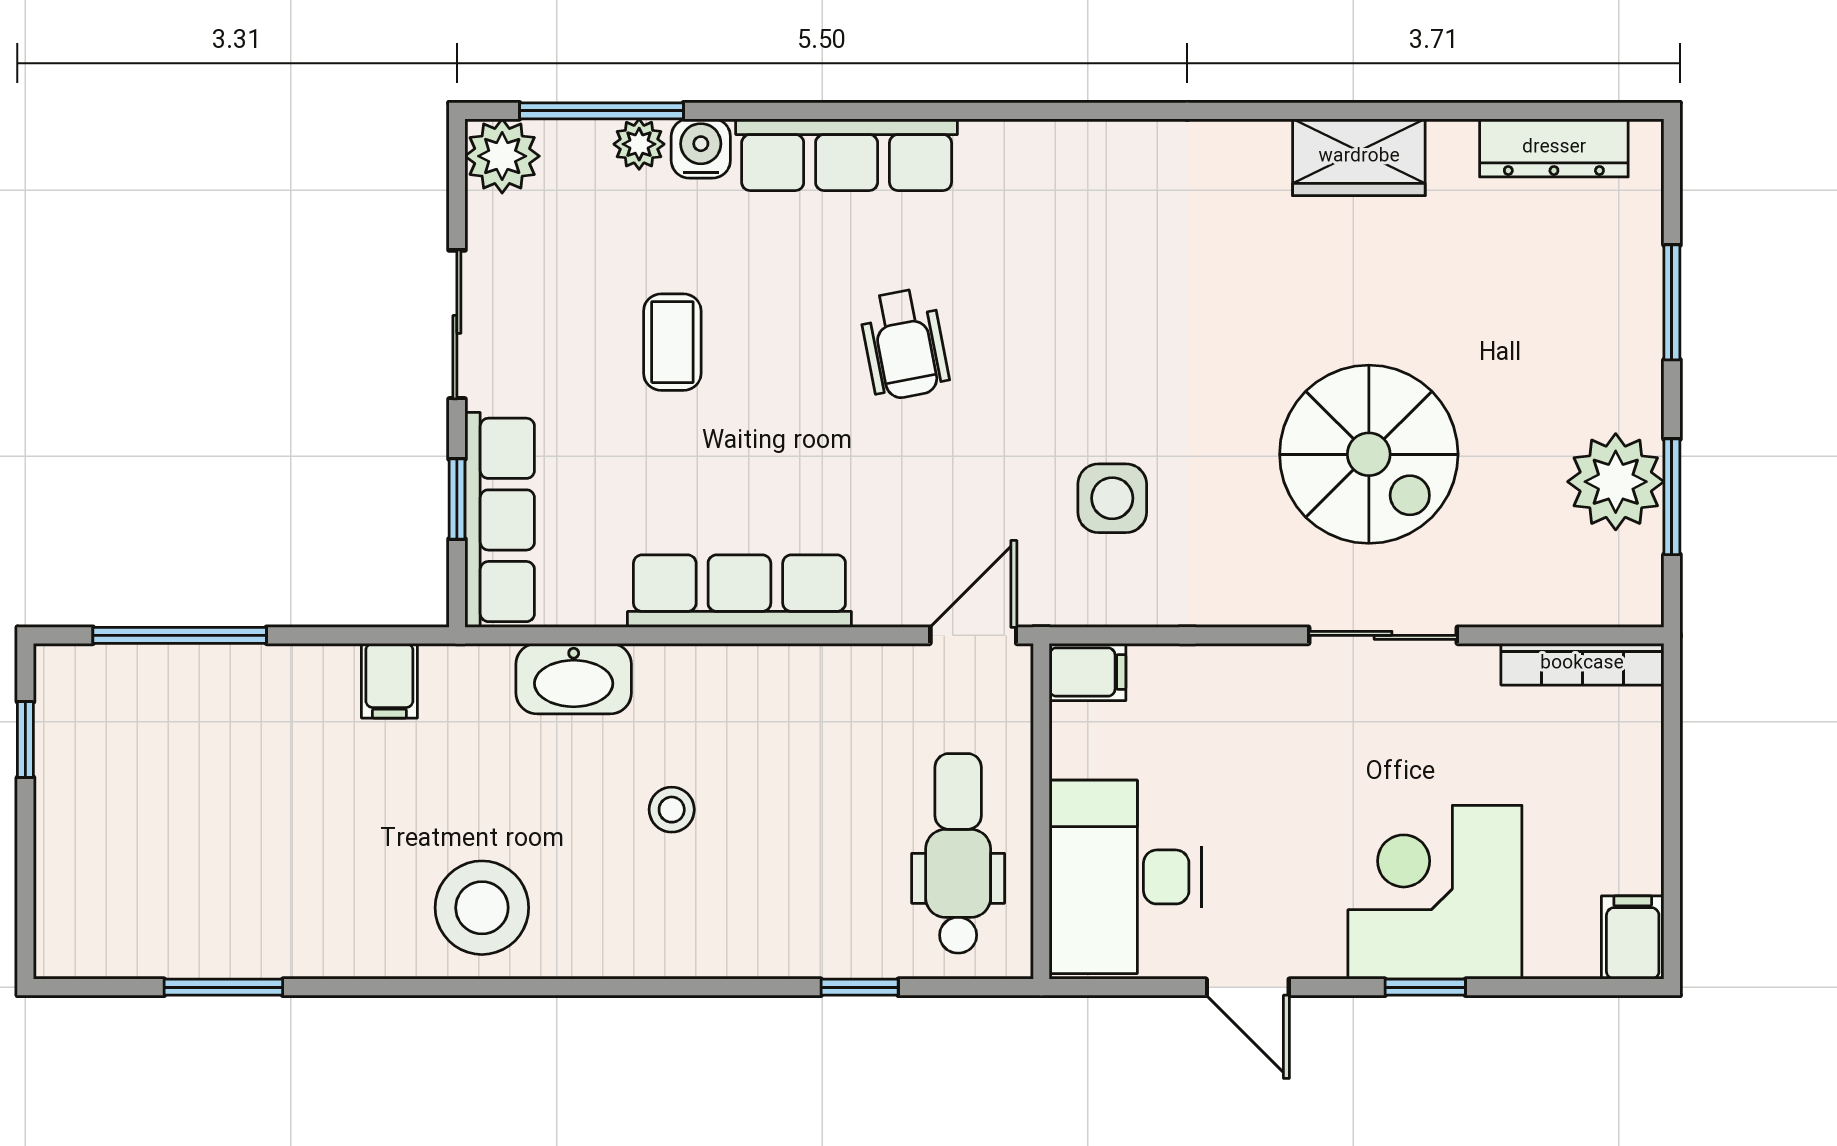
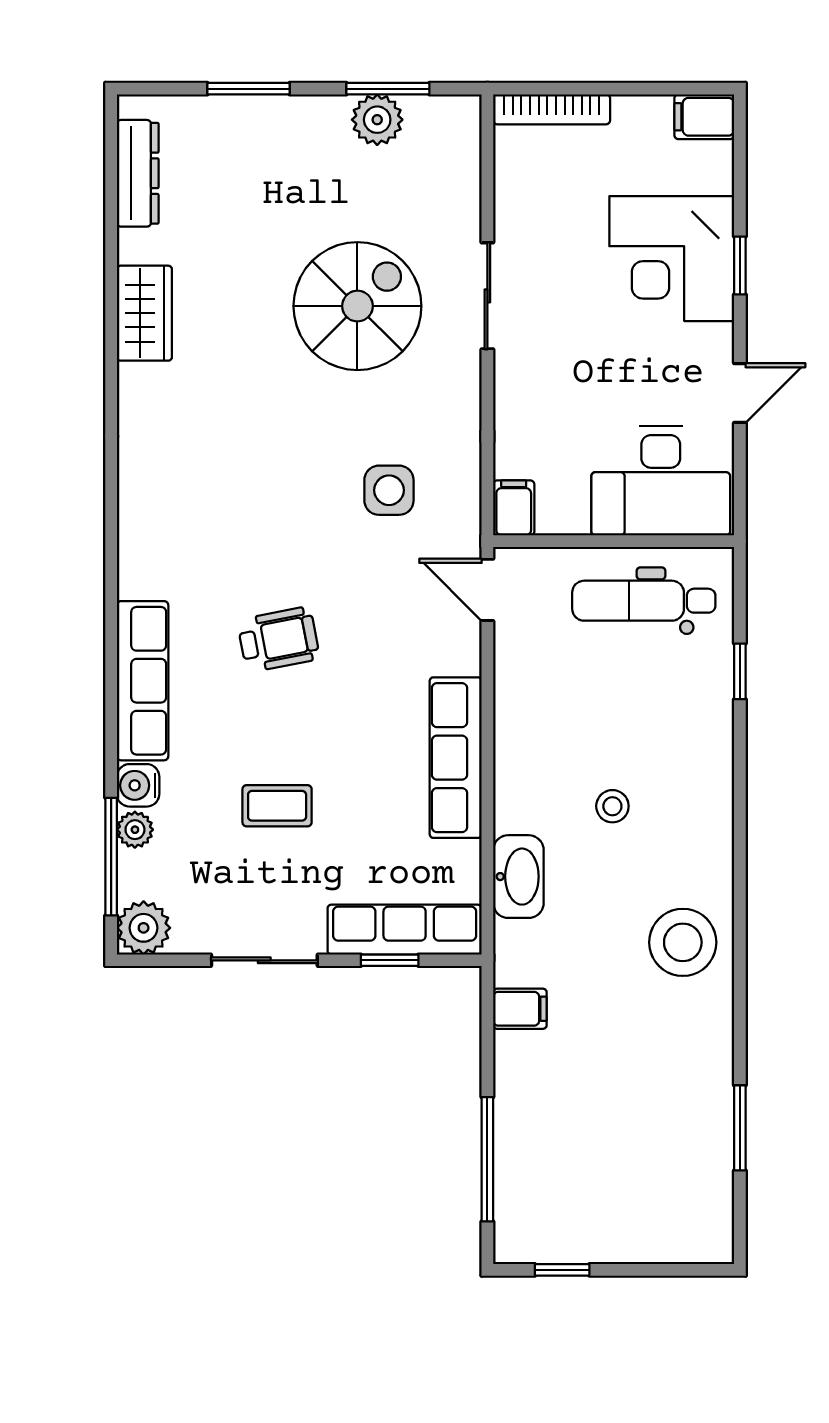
plant: (1616, 482) -> (377, 120), width x0.73, depth x0.73
bookcase: (1582, 664) -> (552, 109), moved, turned 90

